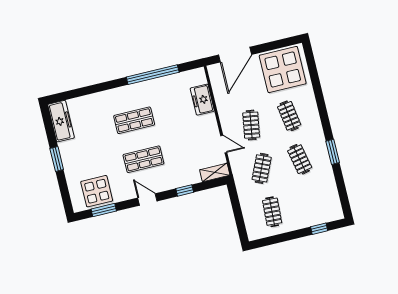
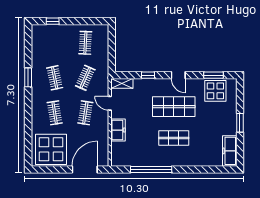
freezer: (202, 100) -> (118, 130), moved
shop shelf: (143, 159) -> (174, 107), width x1.43, depth x1.36

